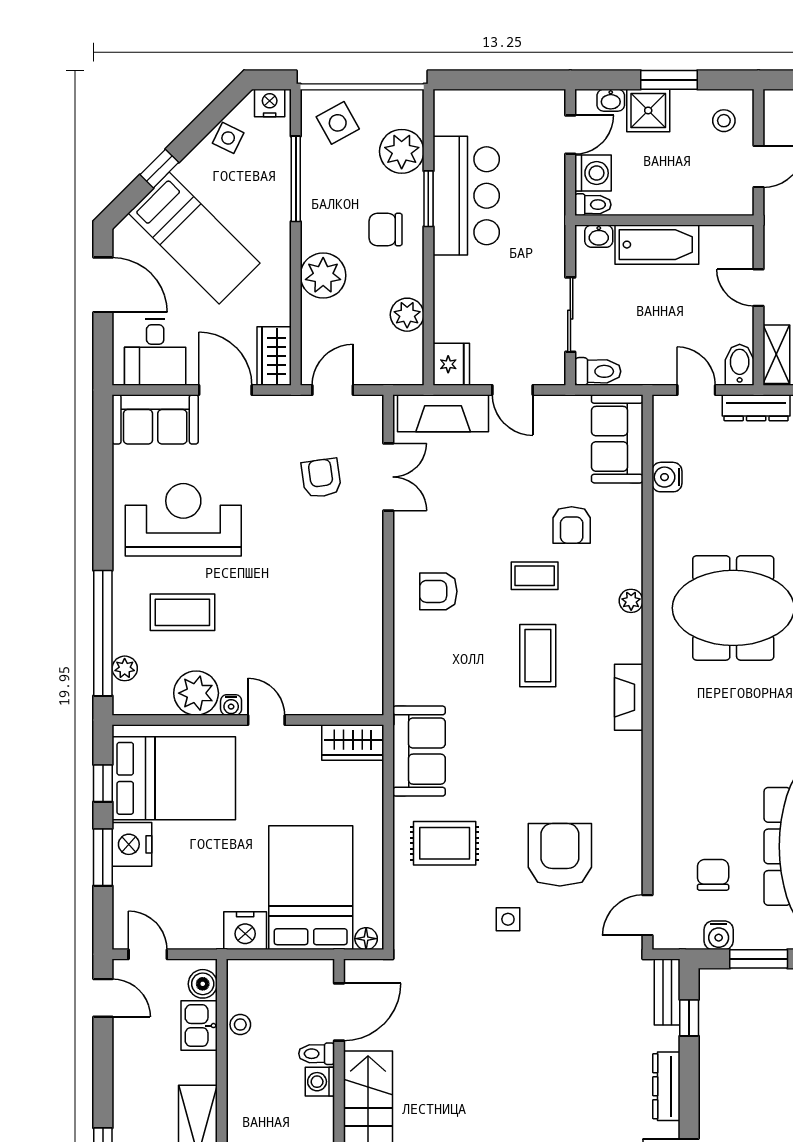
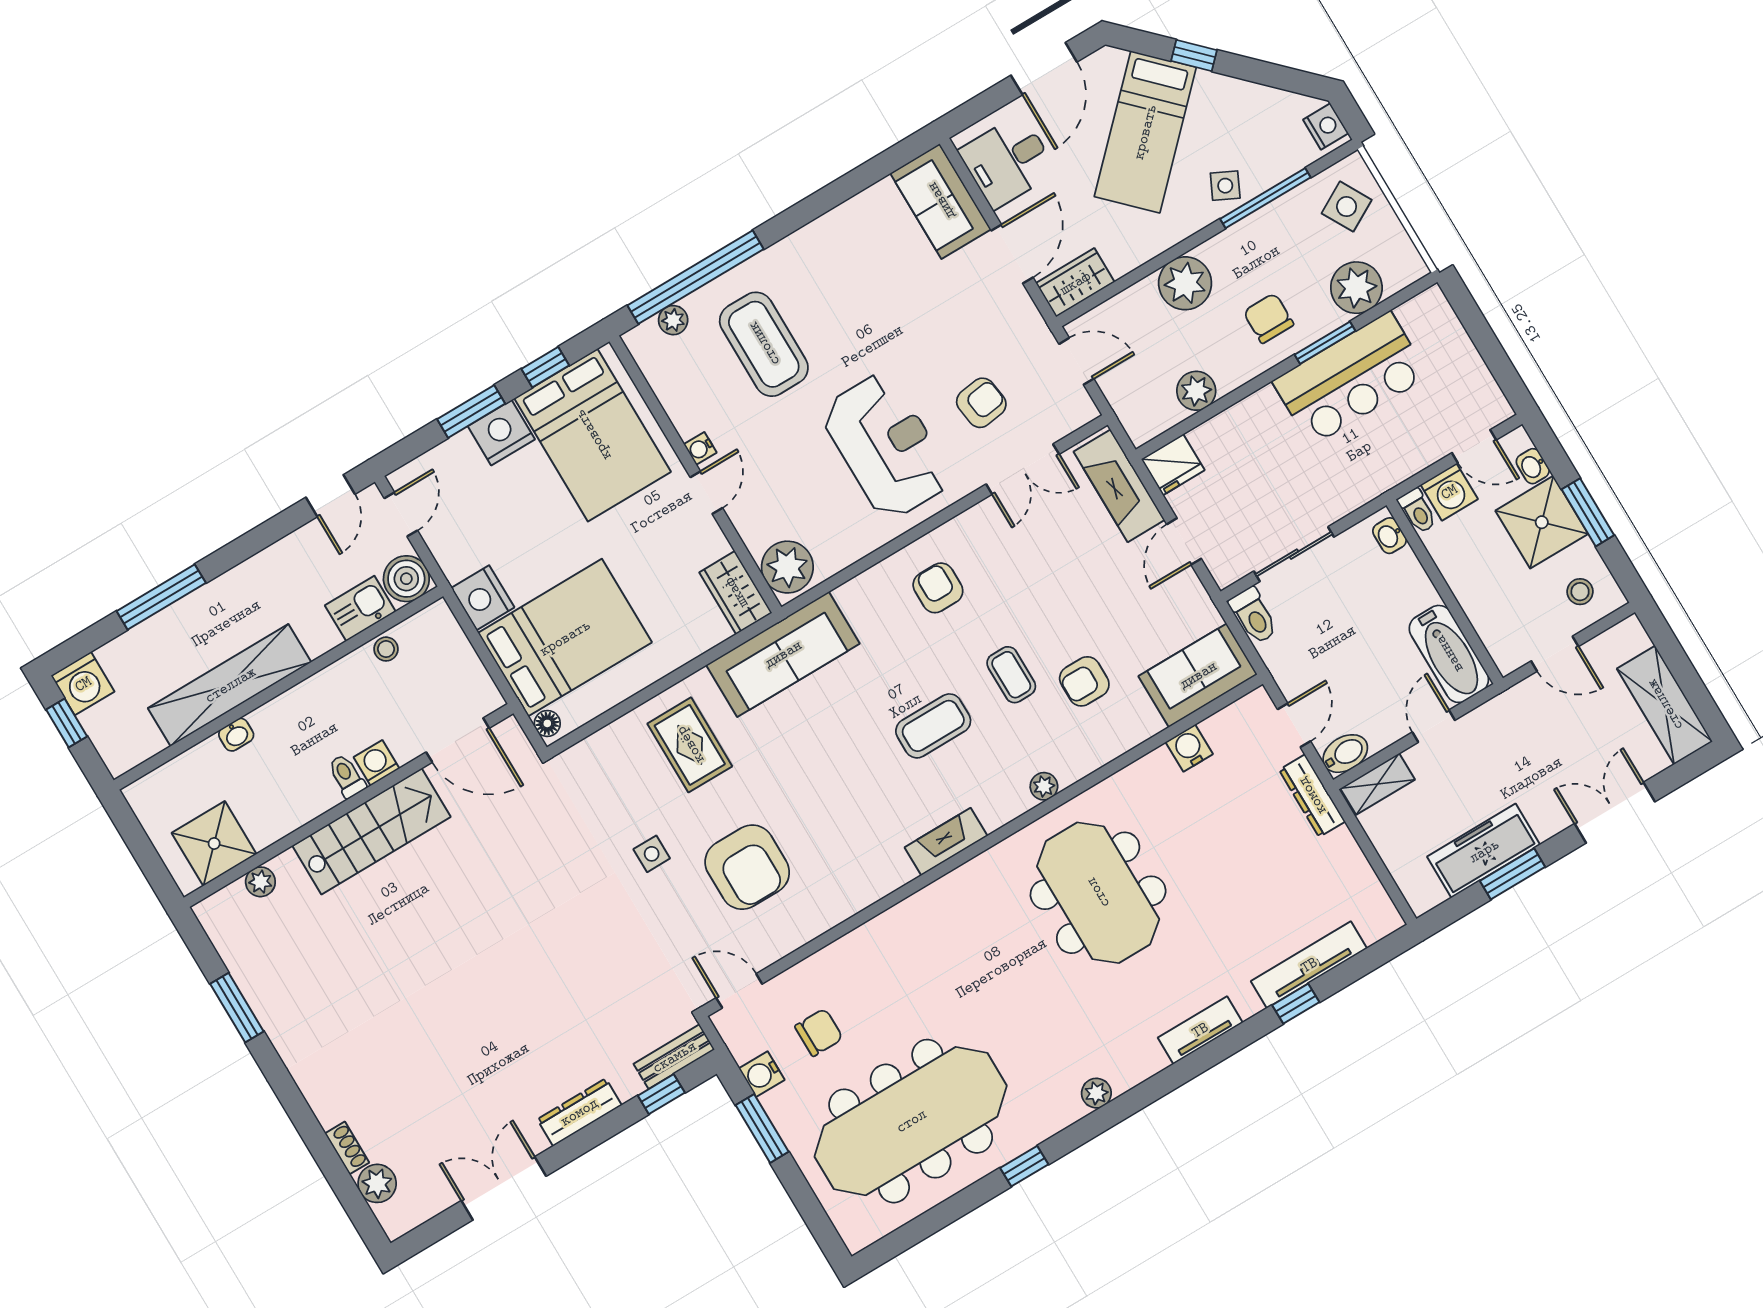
shower: (648, 110) -> (1542, 522), width x1.36, depth x1.36
side table: (228, 138) -> (1225, 186), moved
bathtub: (657, 245) -> (1449, 654), moved
reception desk: (183, 520) -> (886, 446), moved
coffee table: (182, 612) -> (764, 344), width x1.36, depth x1.32
plant: (196, 693) -> (787, 567), moved
sofa: (419, 751) -> (783, 654), width x1.36
armchair: (560, 855) -> (747, 867), turned 90
boiler: (203, 984) -> (406, 579), width x1.36, depth x1.36
toilet: (317, 1054) -> (347, 776), moved

